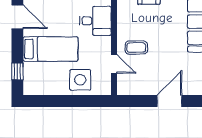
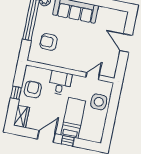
coffee table: (136, 48) -> (84, 58), removed
window: (17, 71) -> (68, 141), moved

